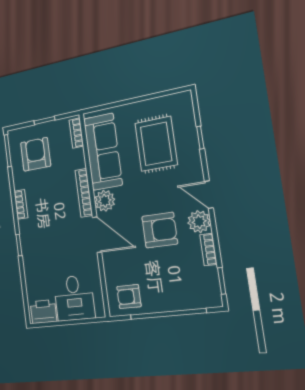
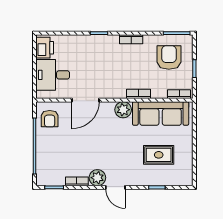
rug: (156, 144) -> (159, 155), width x0.73, depth x0.70
armchair: (36, 154) -> (169, 57), turned -90
bookcase: (84, 193) -> (139, 94), width x0.64
door: (209, 195) -> (115, 187), swing flipped
armchair: (160, 230) -> (95, 149), removed
door: (97, 235) -> (86, 100), moved
armchair: (129, 296) -> (50, 119), turned 180

